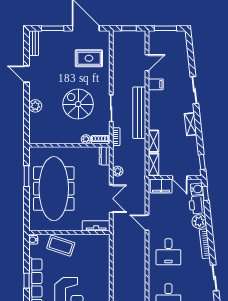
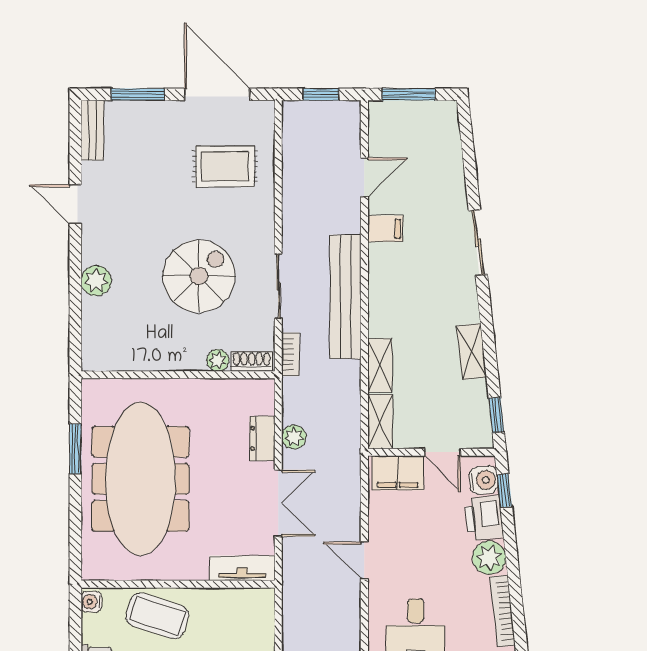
spiral stairs: (78, 104) -> (199, 276), turned 90
shelving: (191, 124) -> (472, 352), moved
dresser: (105, 156) -> (262, 438), moved

